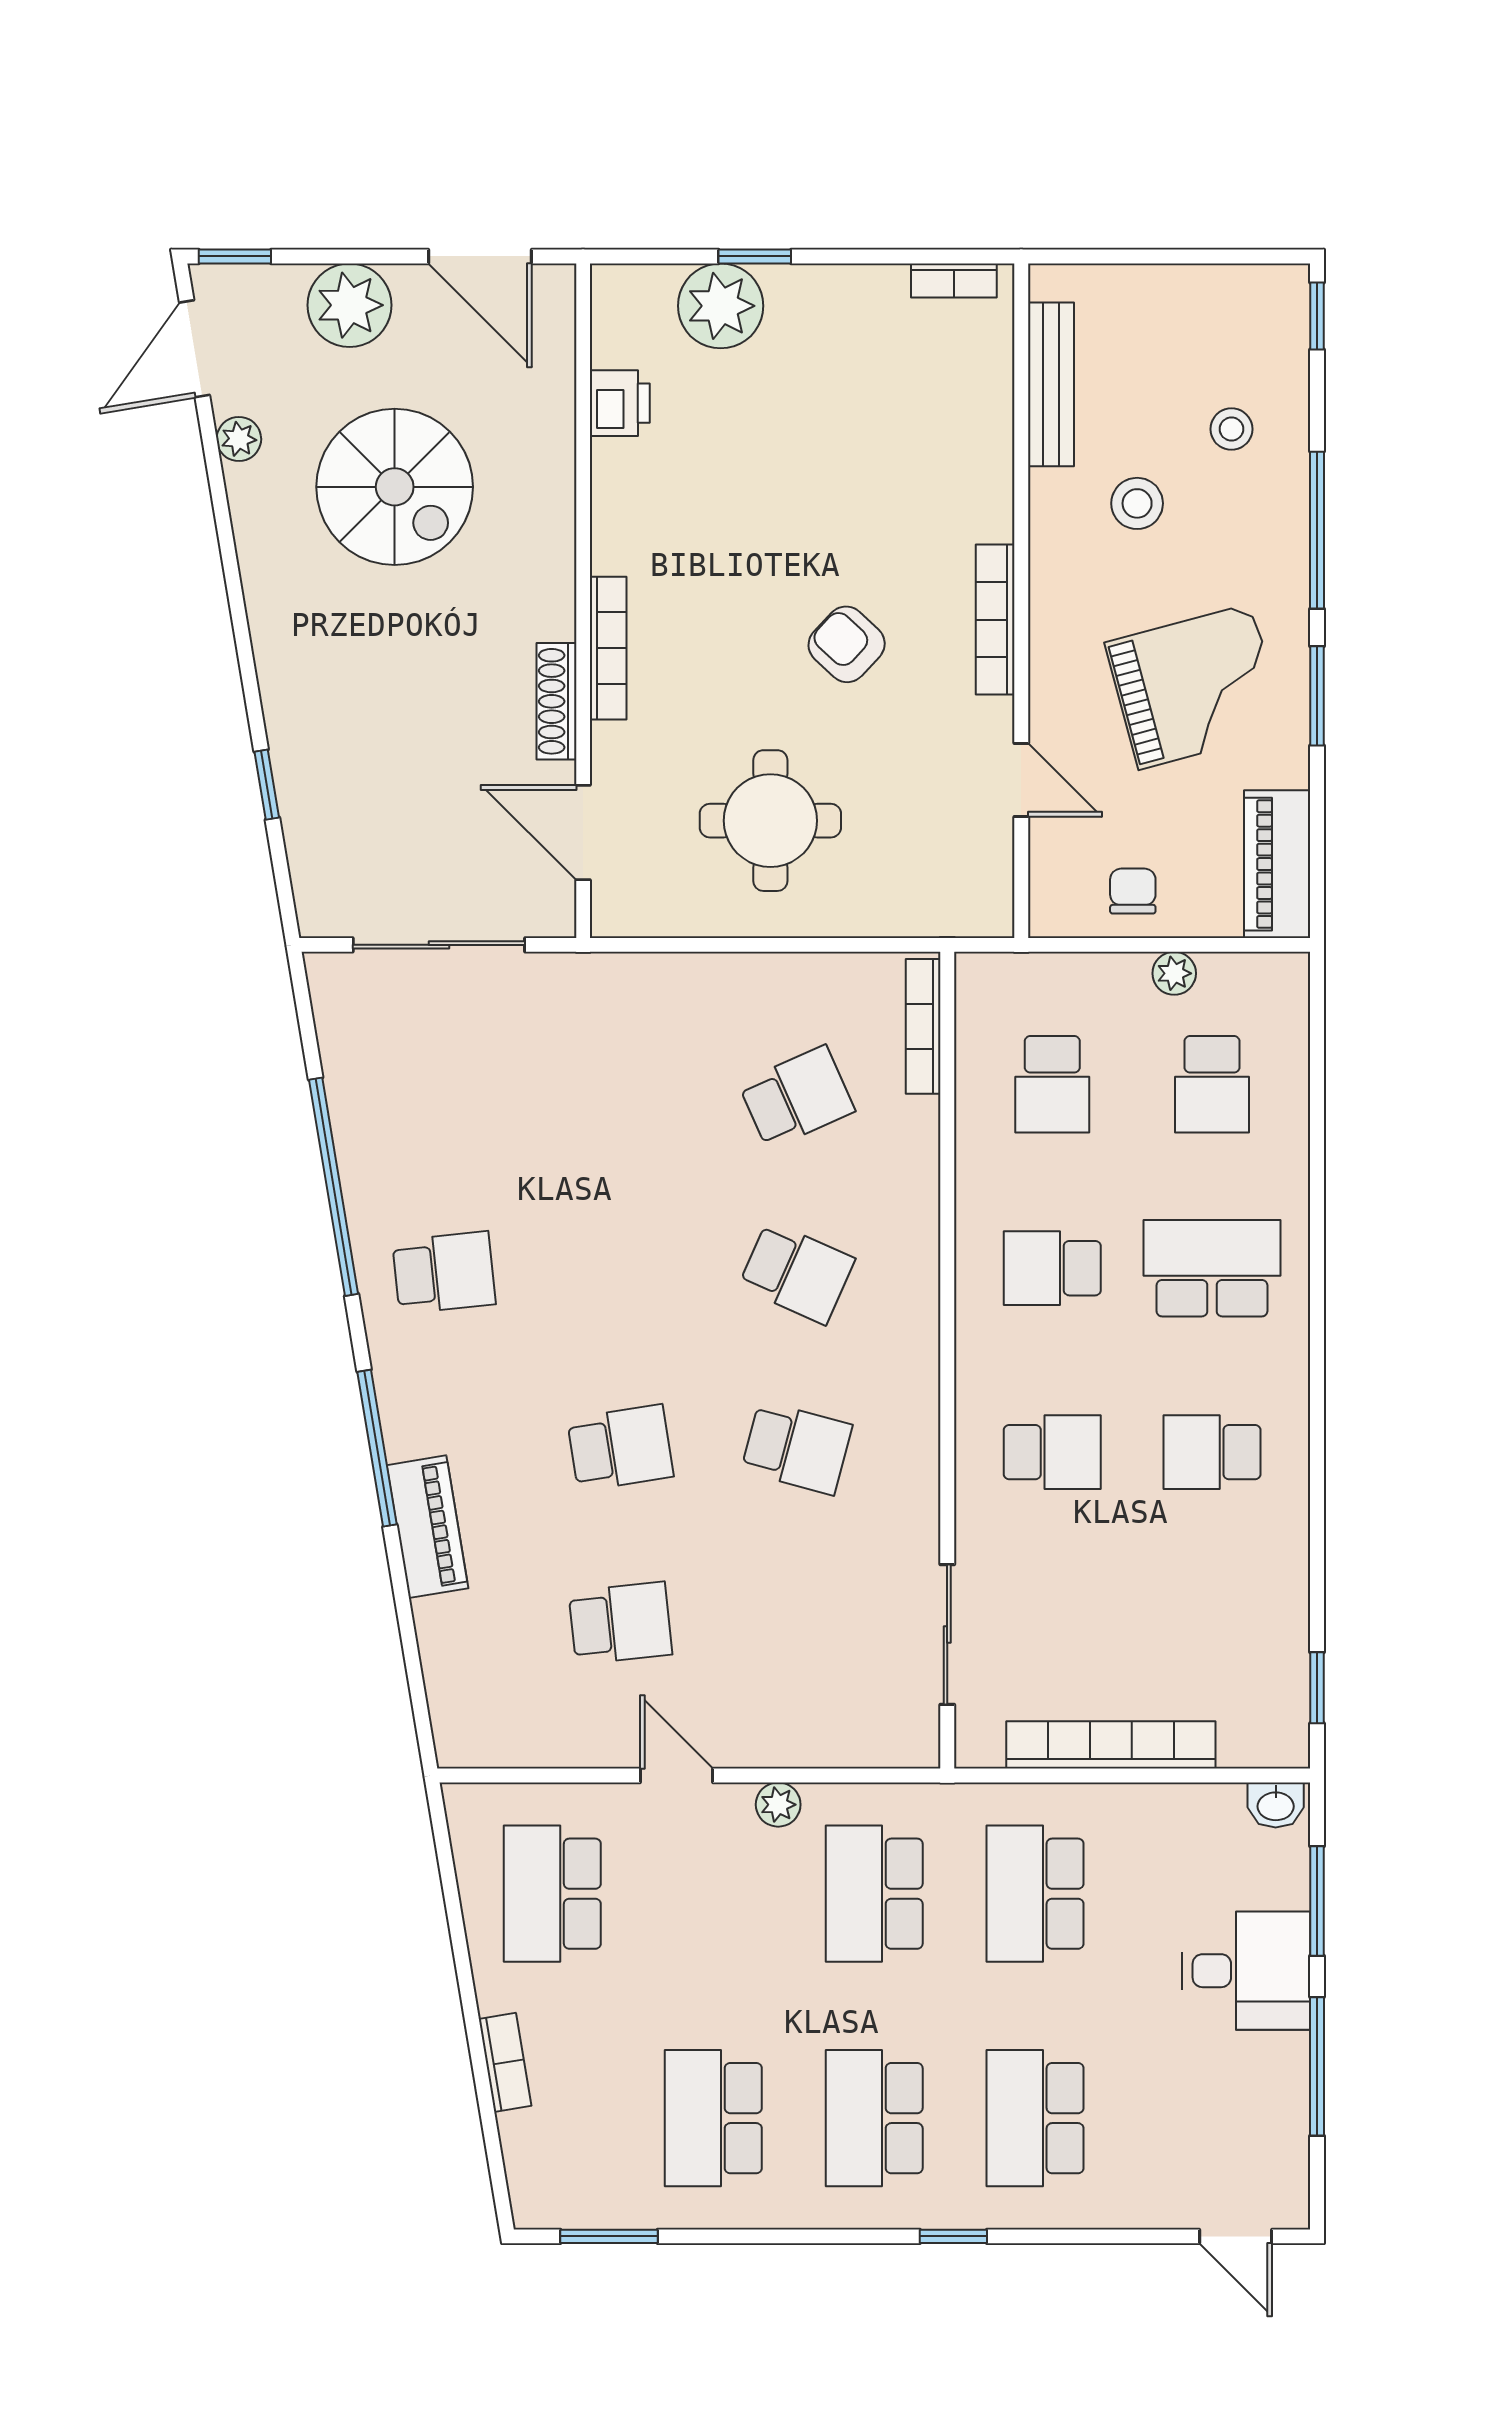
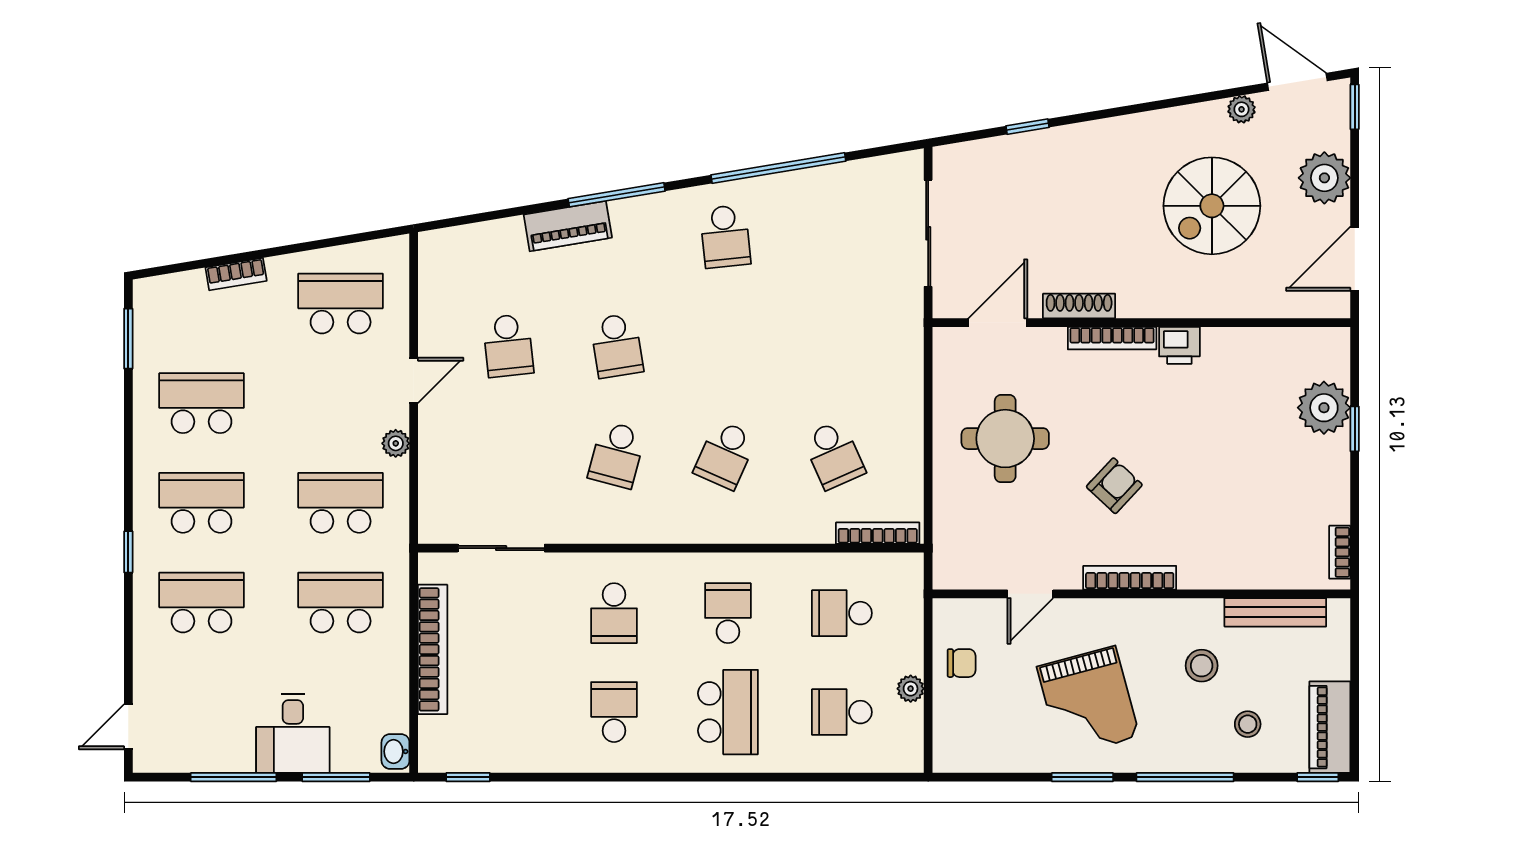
printer: (620, 403) -> (1179, 345), moved
piano: (1277, 864) -> (1330, 727), moved, turned -90

